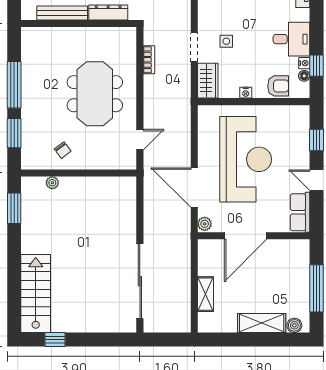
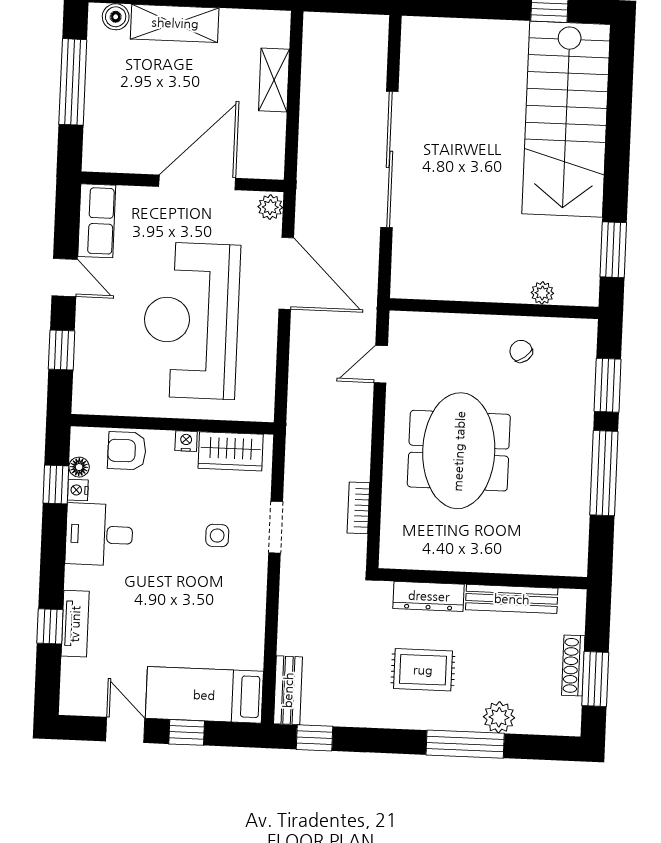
wardrobe: (208, 81) -> (231, 451), moved, turned -90
sliding door: (140, 281) -> (389, 159), moved
stairs: (36, 294) -> (566, 119), width x1.36, depth x1.51

